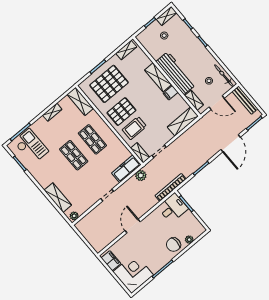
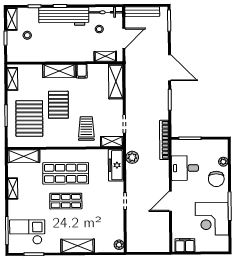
workbench: (176, 73) -> (64, 16), moved, turned 180
pallet: (121, 112) -> (58, 105), moved
trolley: (134, 128) -> (86, 129), turned 180
shop shelf: (92, 139) -> (66, 173), width x1.43, depth x1.36
door: (231, 143) -> (170, 68), moved
shelving: (58, 198) -> (78, 246), moved
desk: (173, 208) -> (185, 168), moved, turned -90
door: (133, 226) -> (170, 201), hinge flipped
corner desk: (133, 273) -> (212, 219), moved, turned -90

